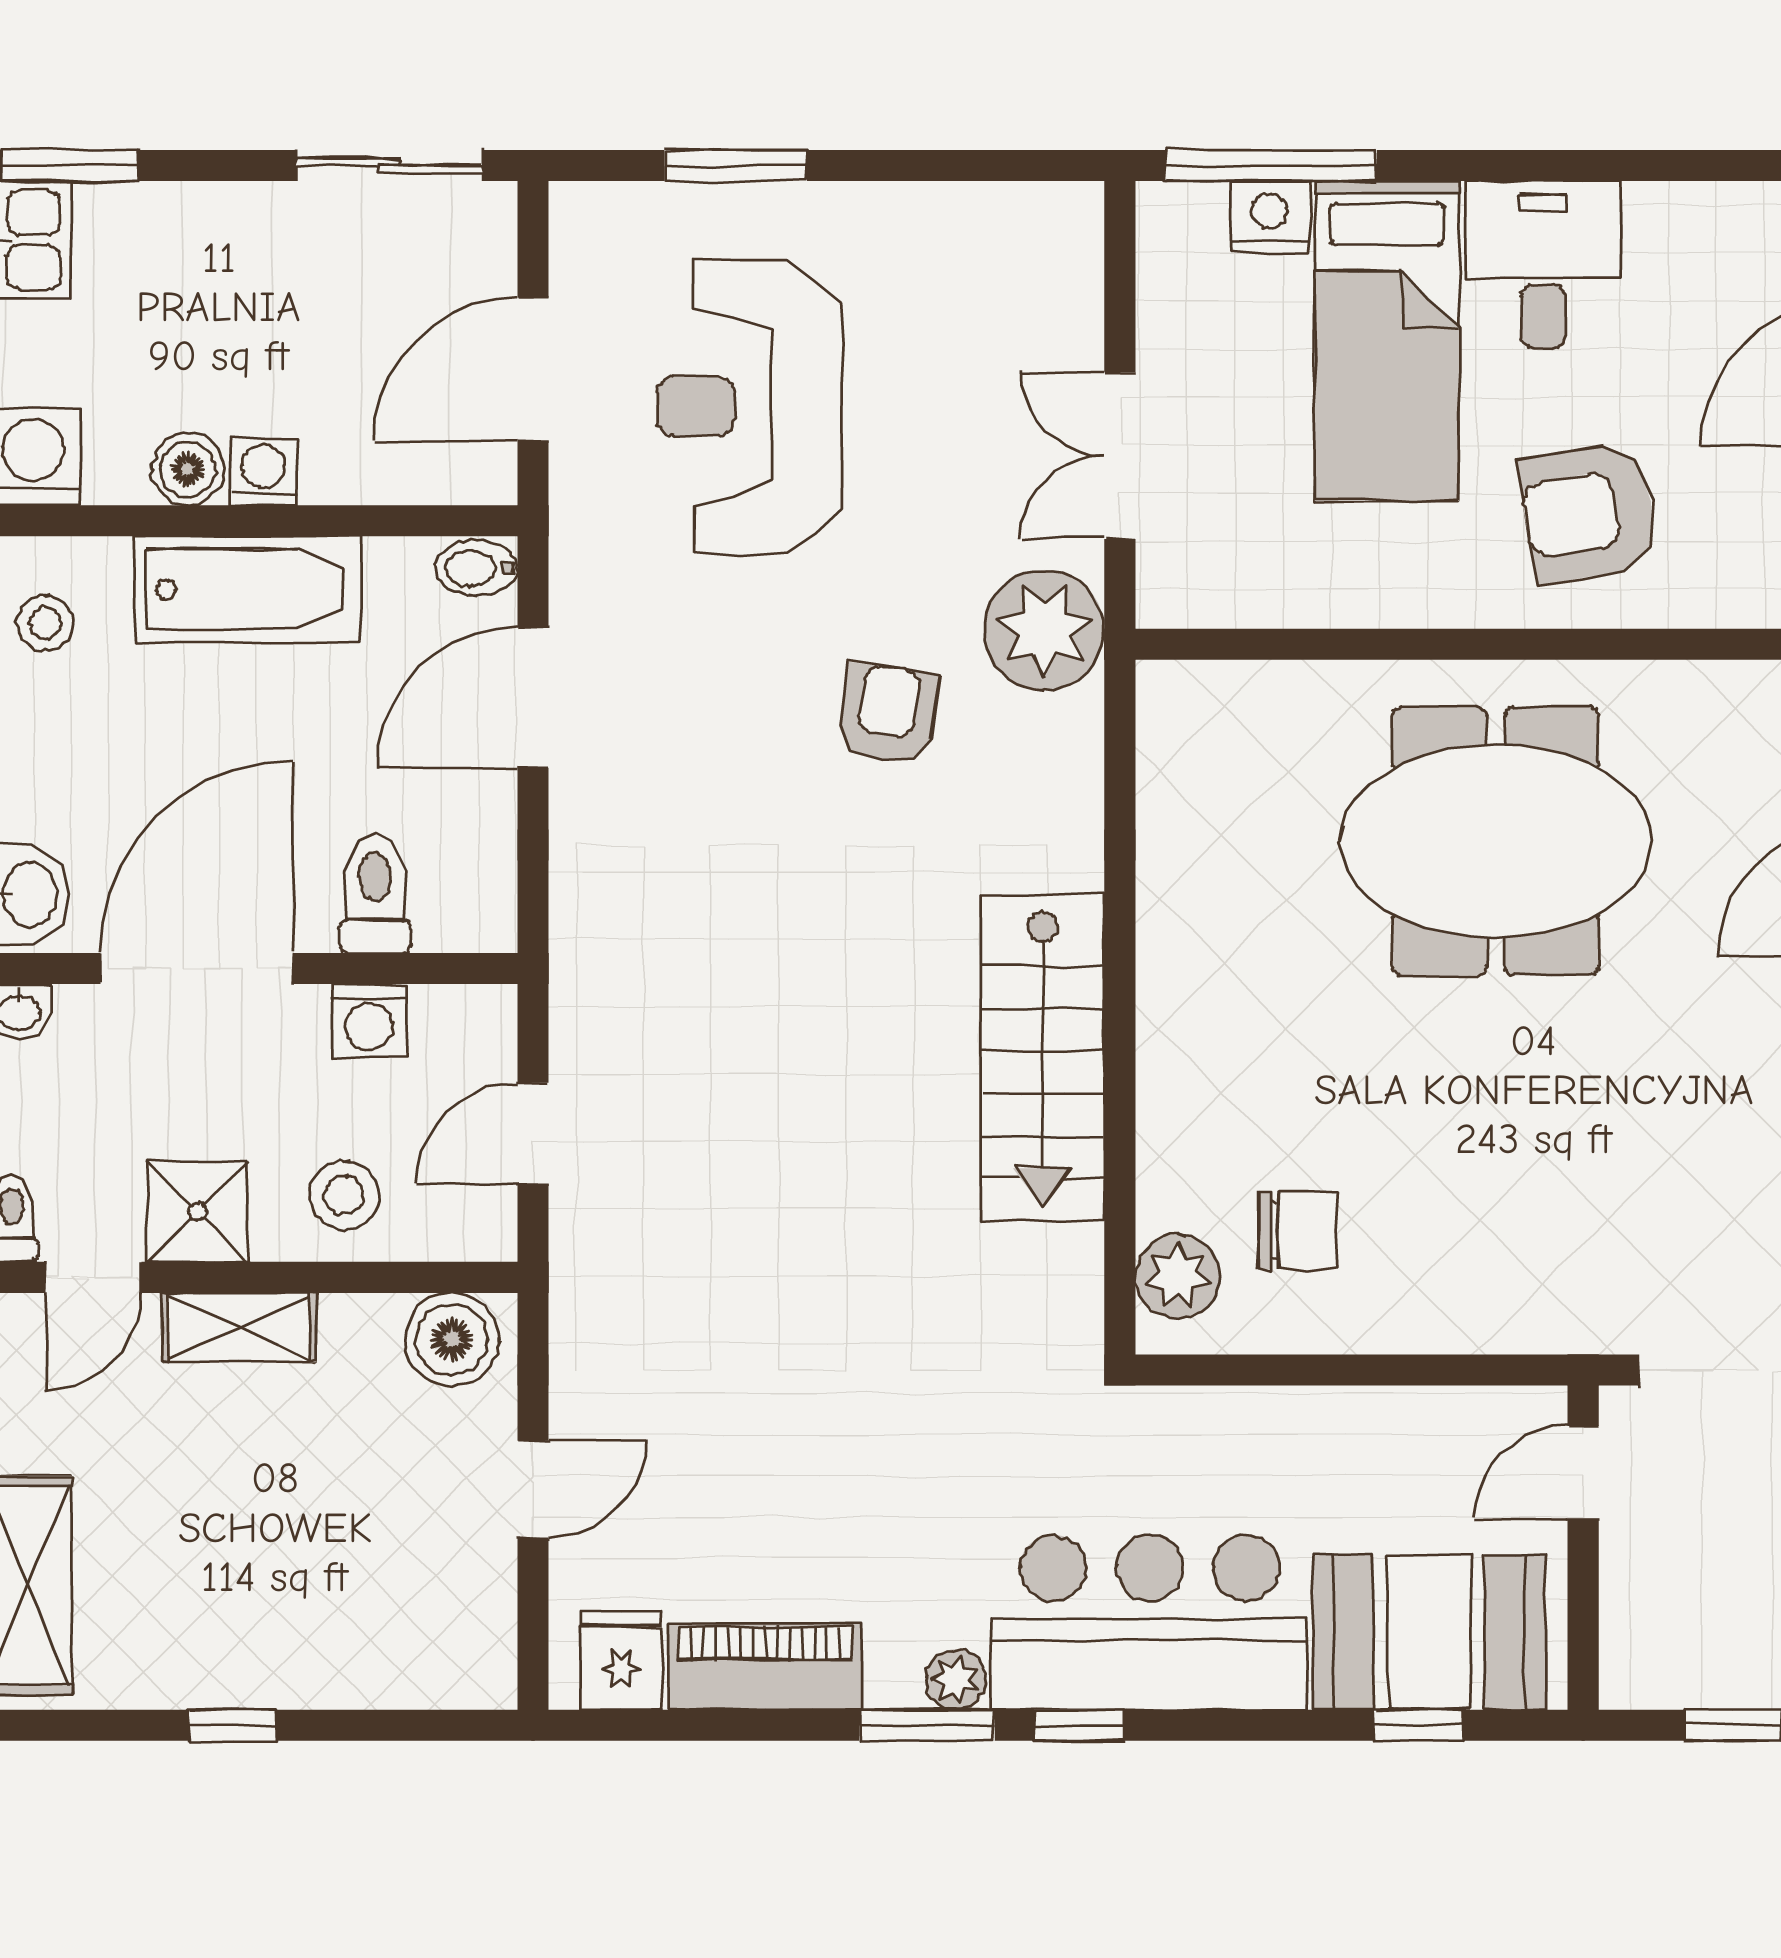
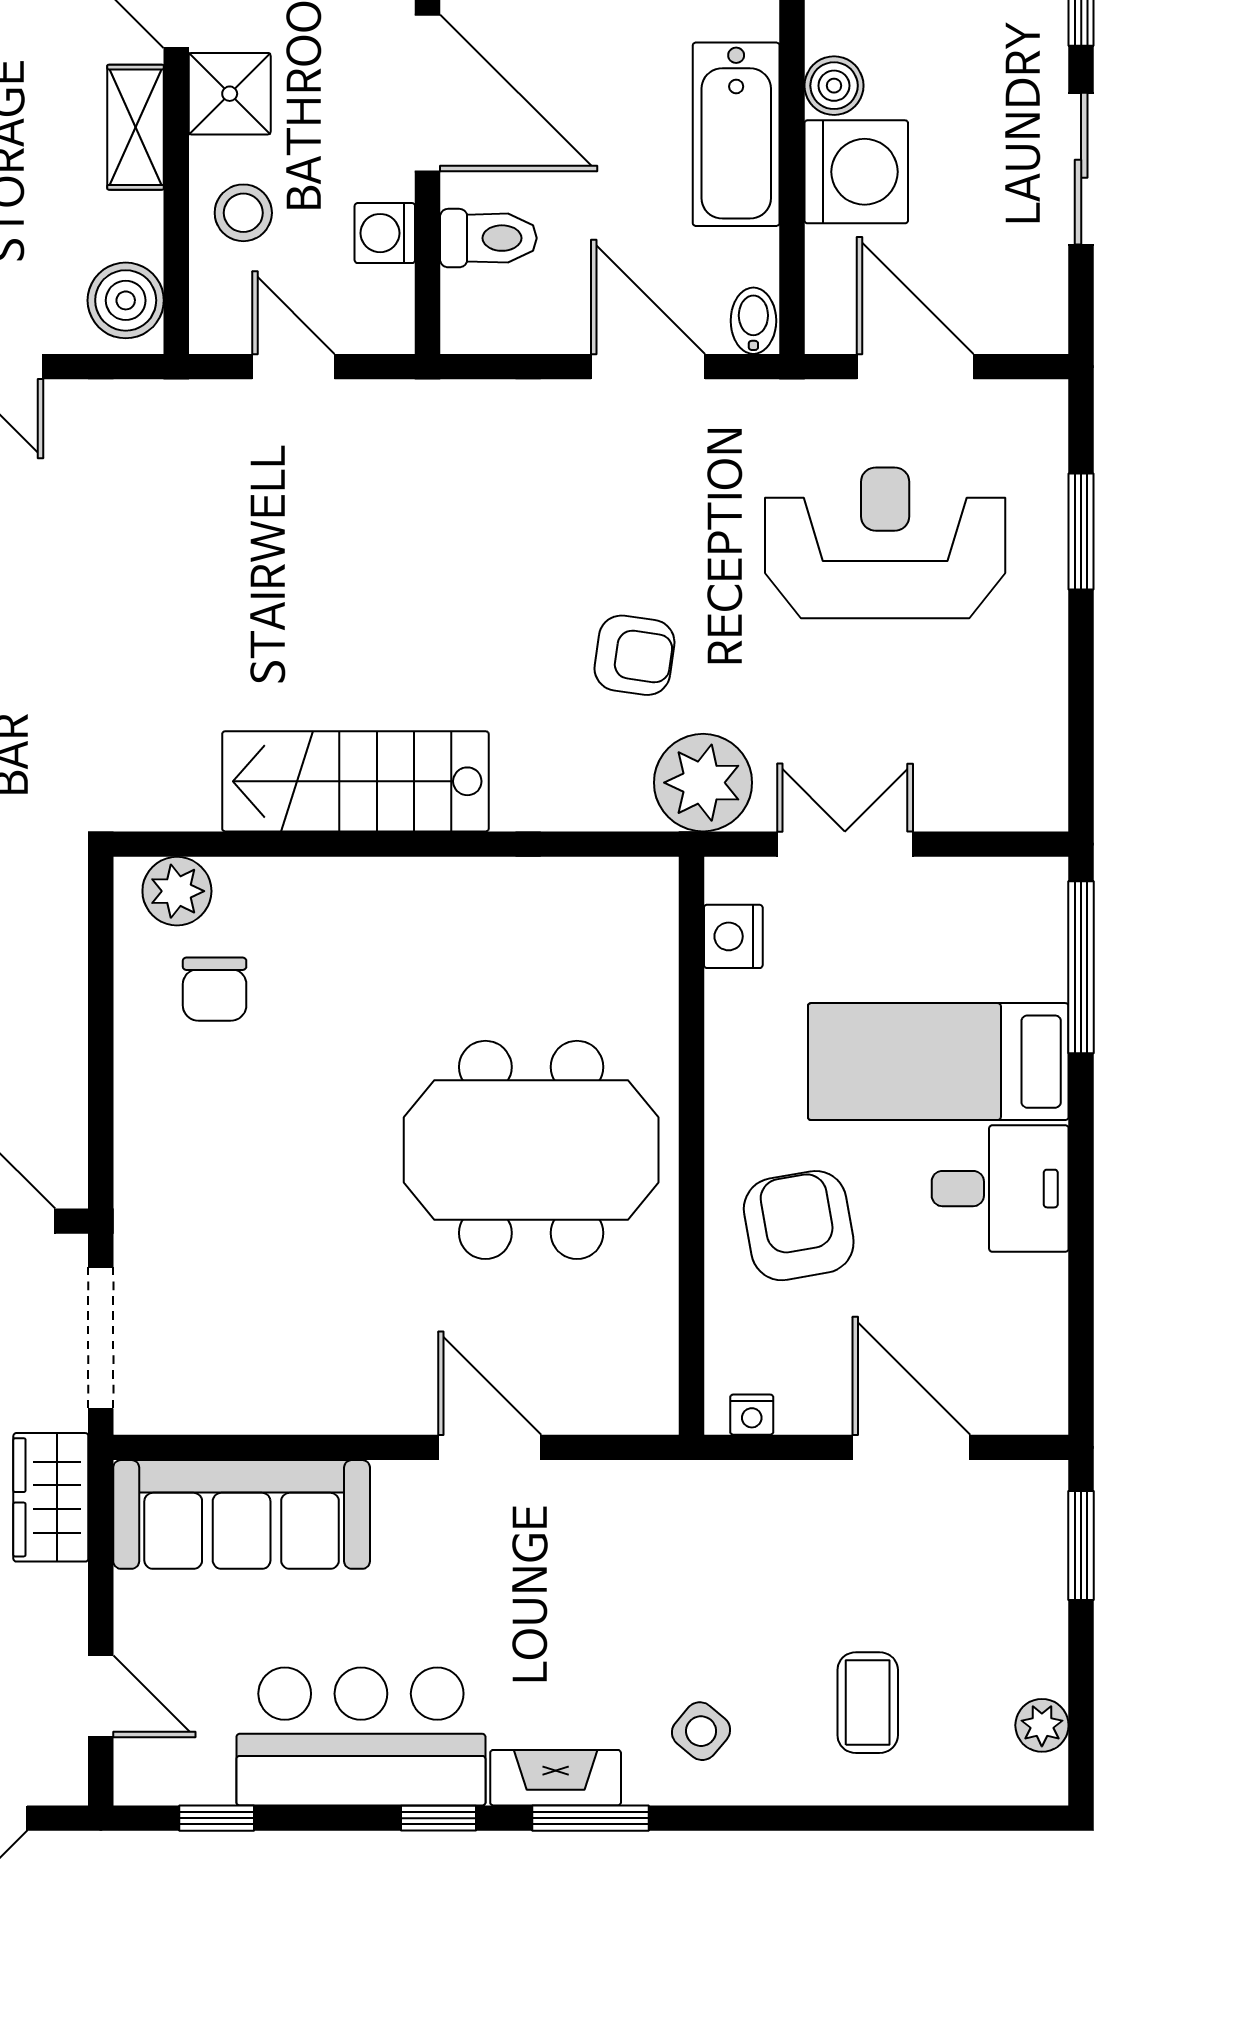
sliding door: (389, 166) -> (1081, 169), moved
nightstand: (1270, 217) -> (733, 936), moved, turned 180
washing machine: (264, 472) -> (856, 172), width x1.89, depth x1.89
meeting table: (1496, 841) -> (531, 1150), turned 90

